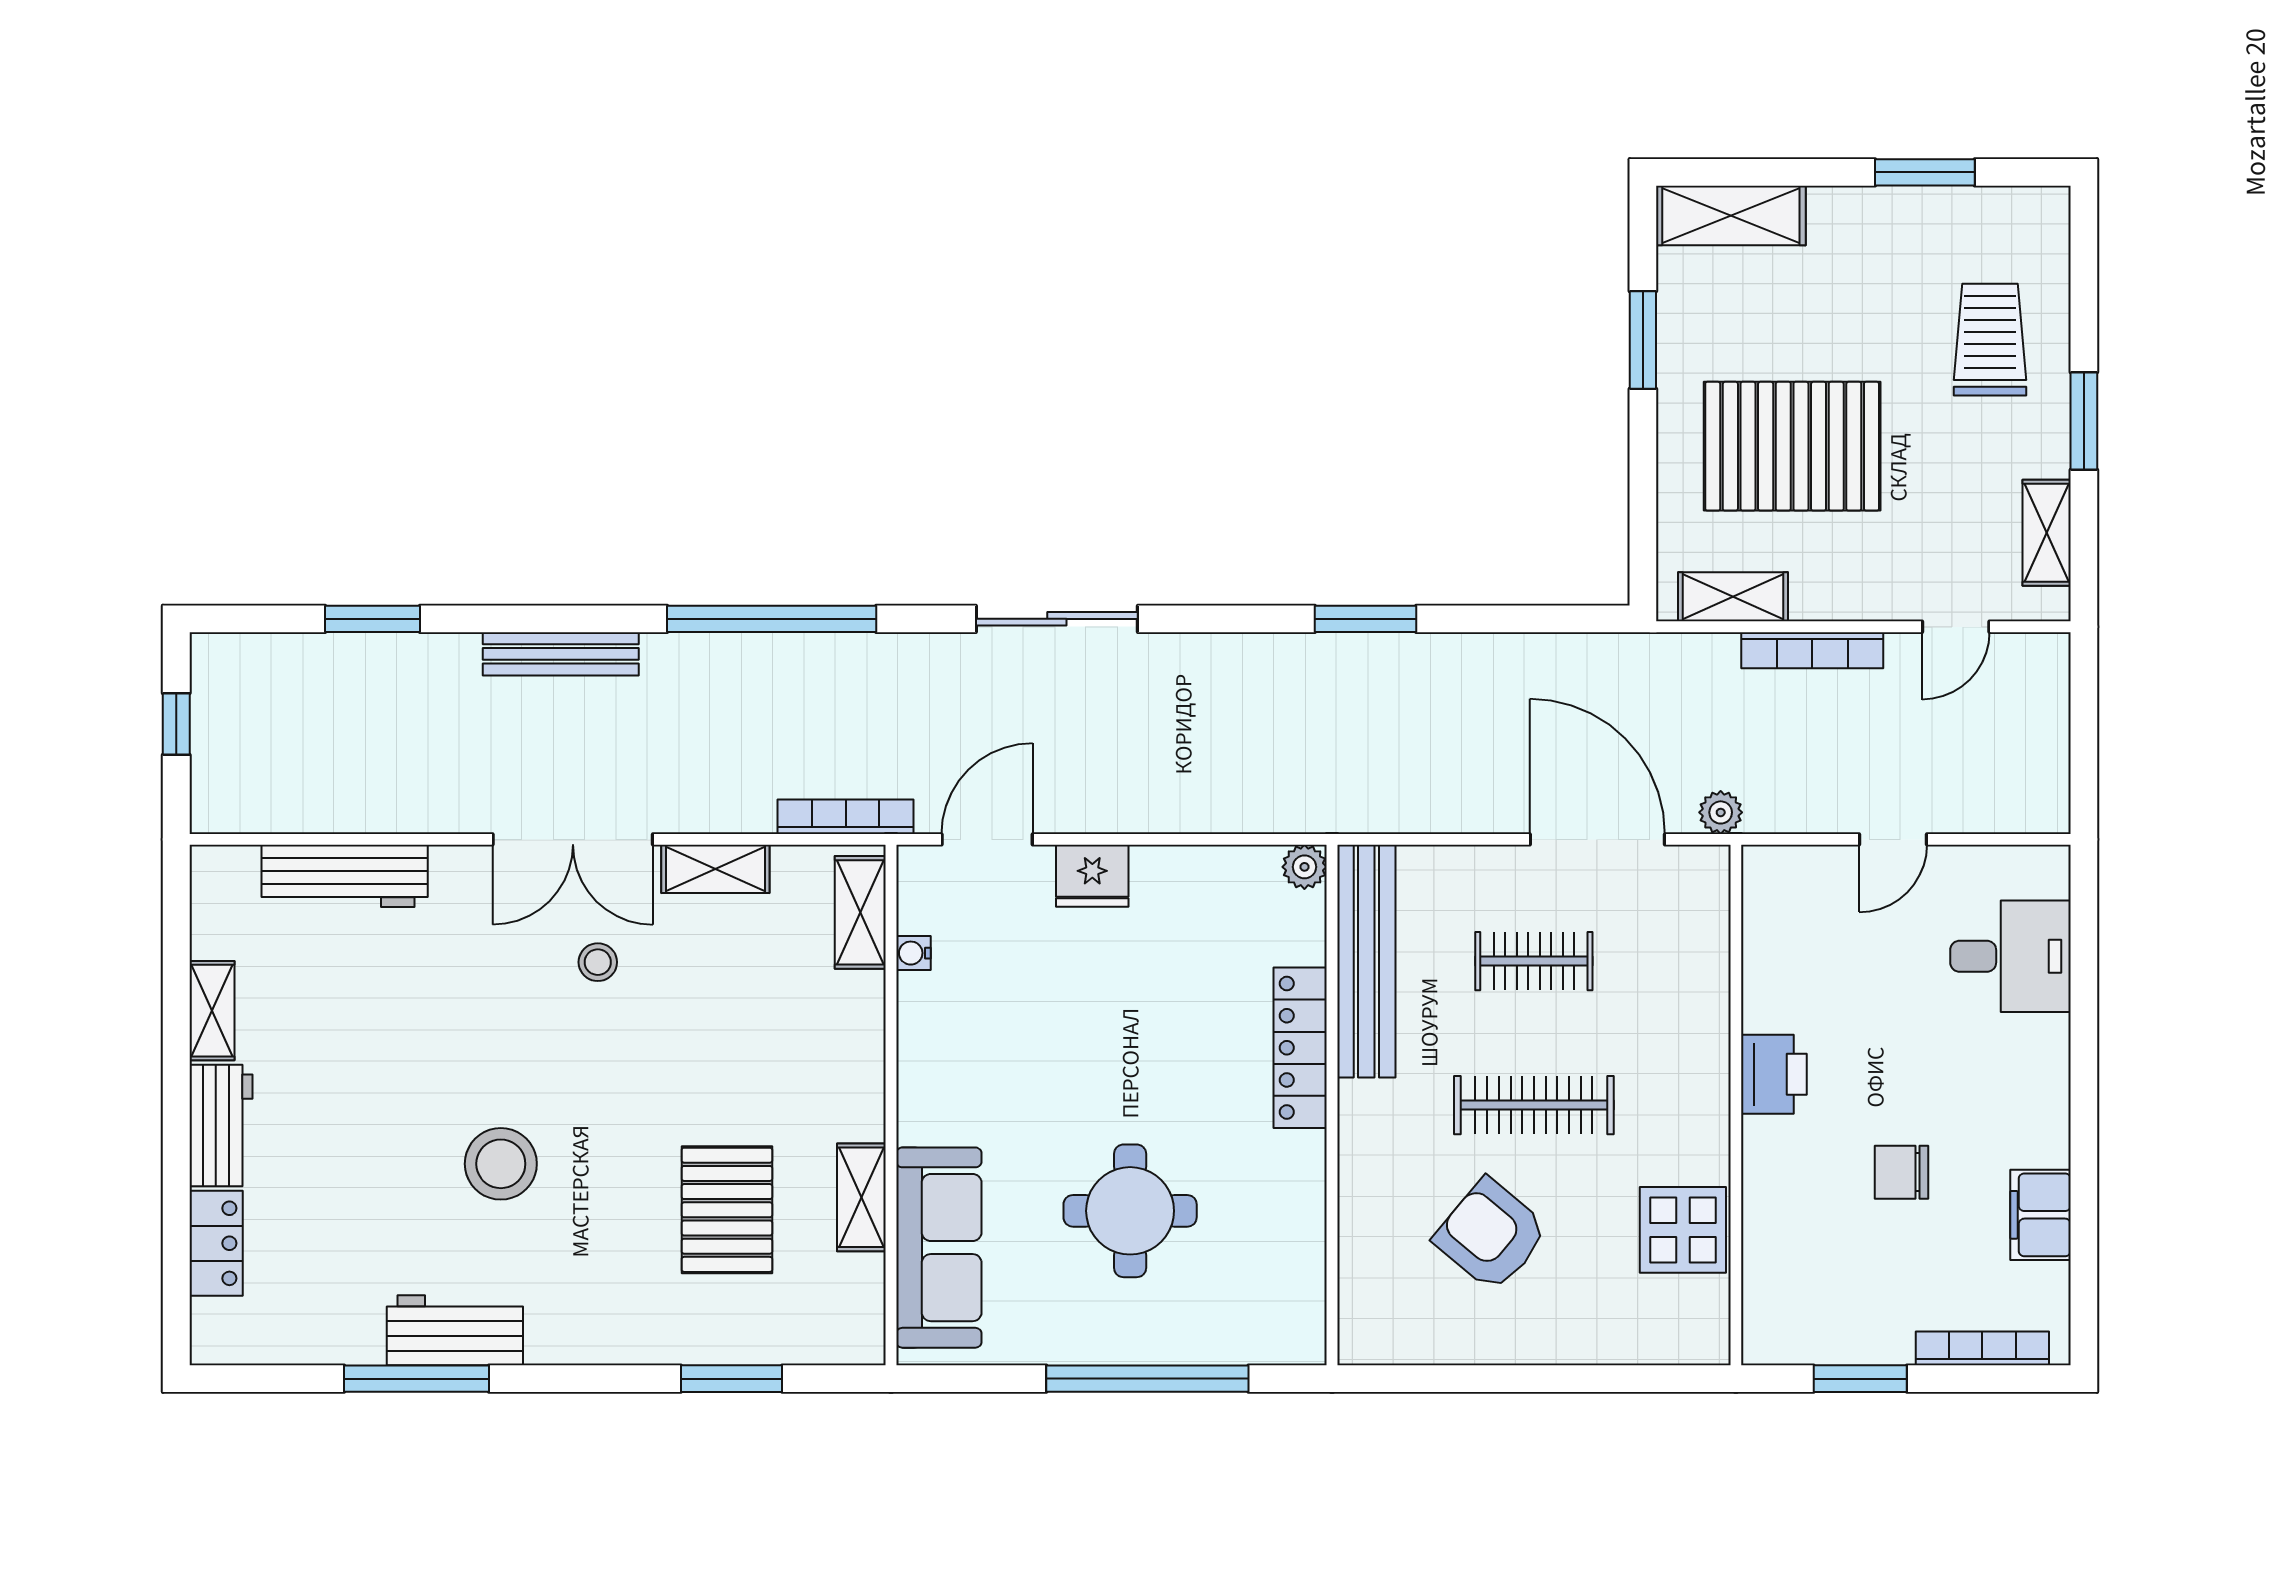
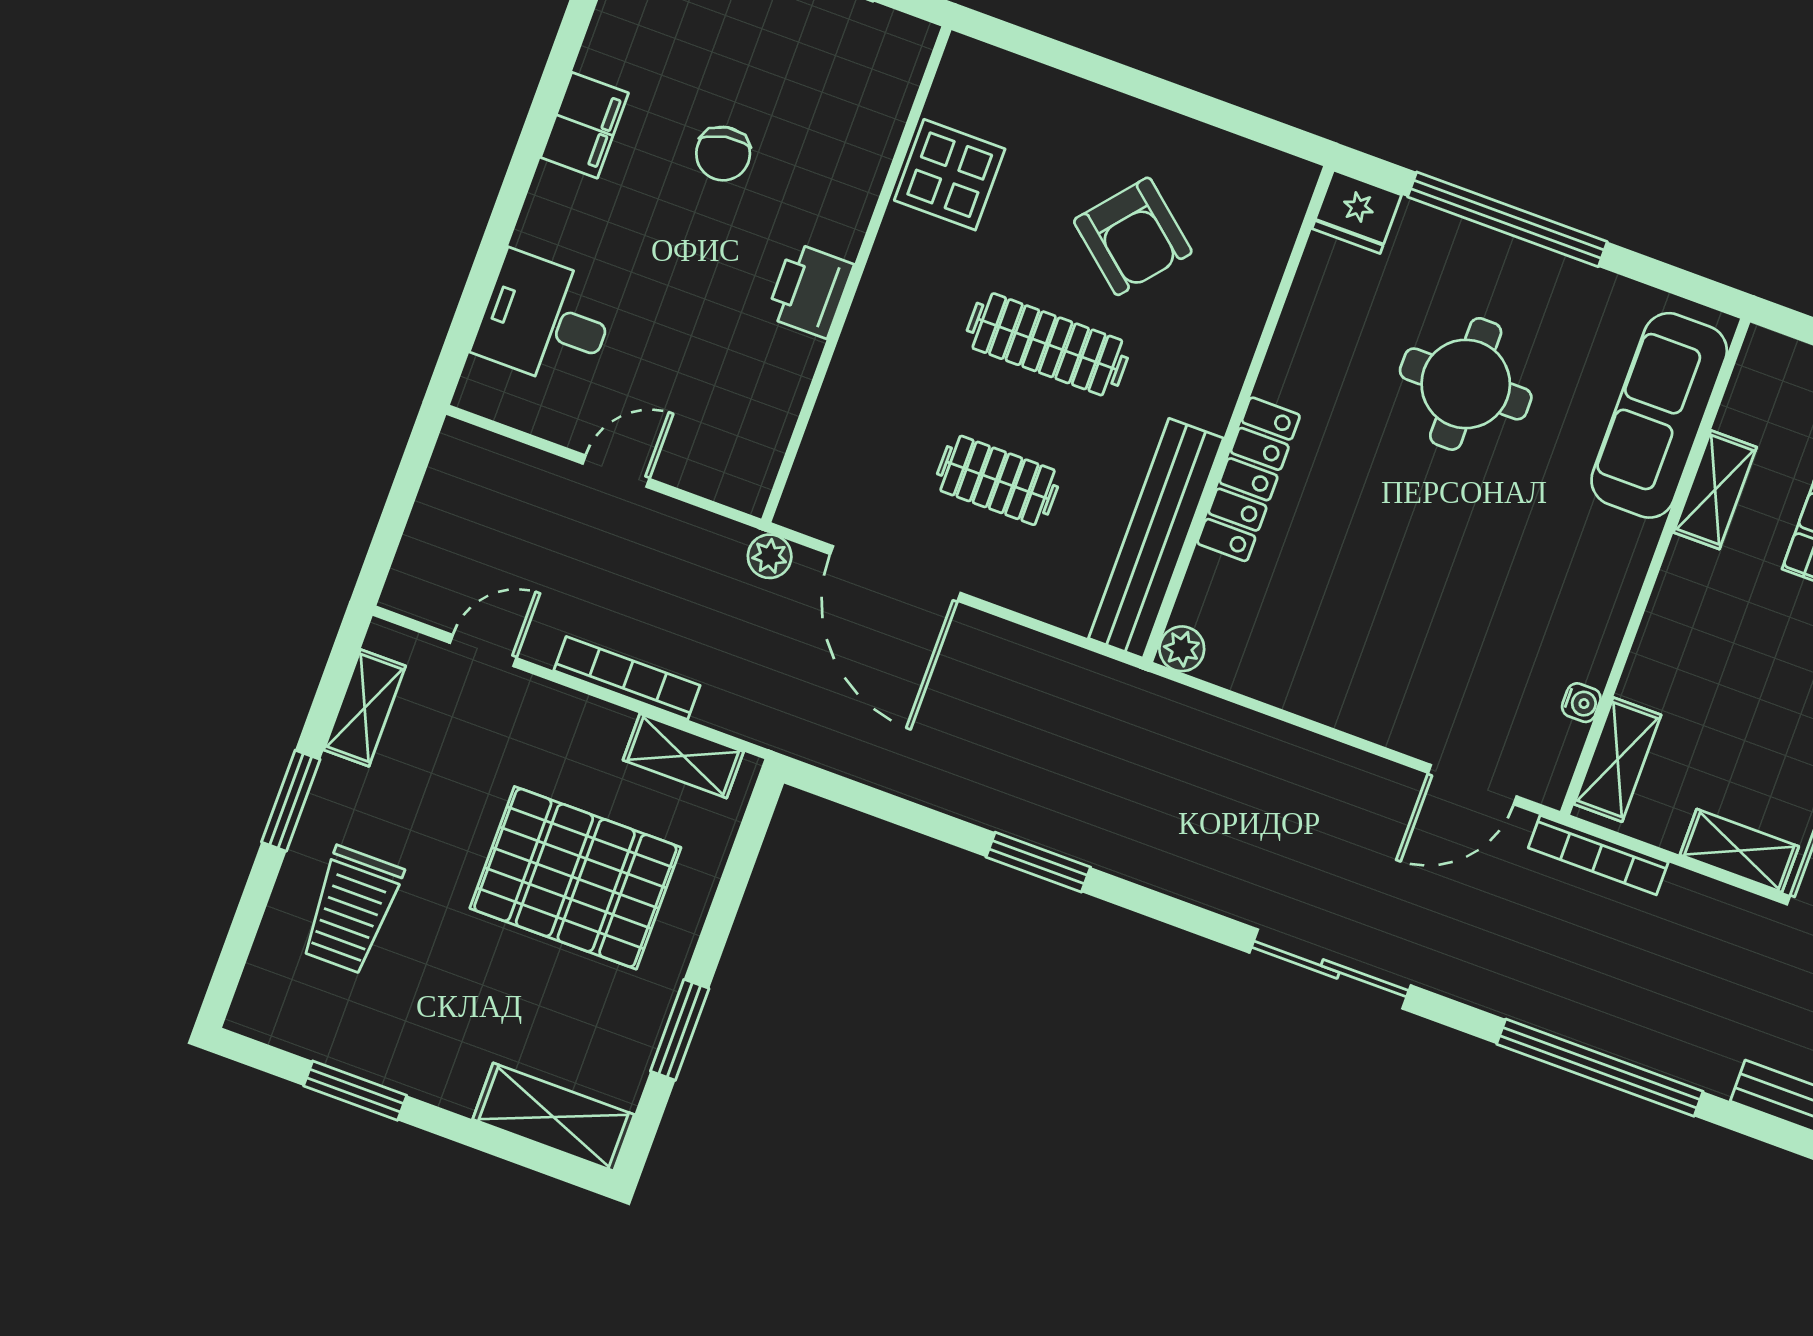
fridge: (1092, 876) -> (1357, 212), moved, turned 180
chair: (1902, 1172) -> (723, 154), turned 80
filing cabinet: (2041, 1215) -> (584, 125), moved

